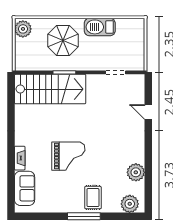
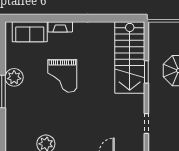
rug: (93, 198) -> (20, 101), removed
plant: (130, 204) -> (14, 77), moved

